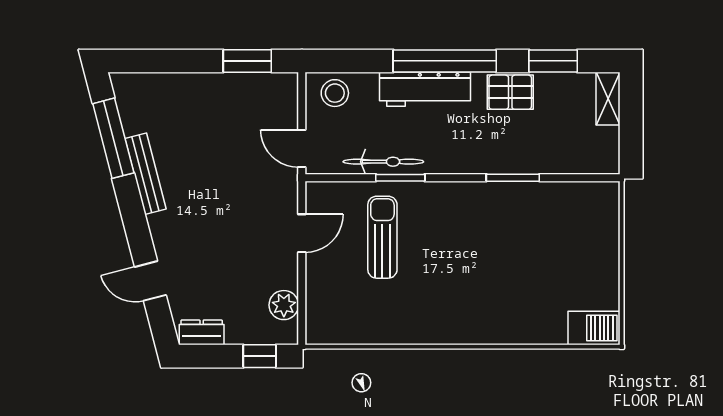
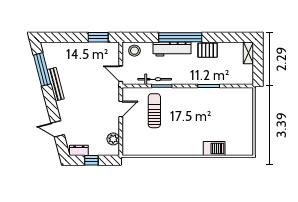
window: (553, 61) -> (225, 37), removed
barbecue: (594, 328) -> (214, 149), moved
window: (260, 356) -> (91, 160), moved

